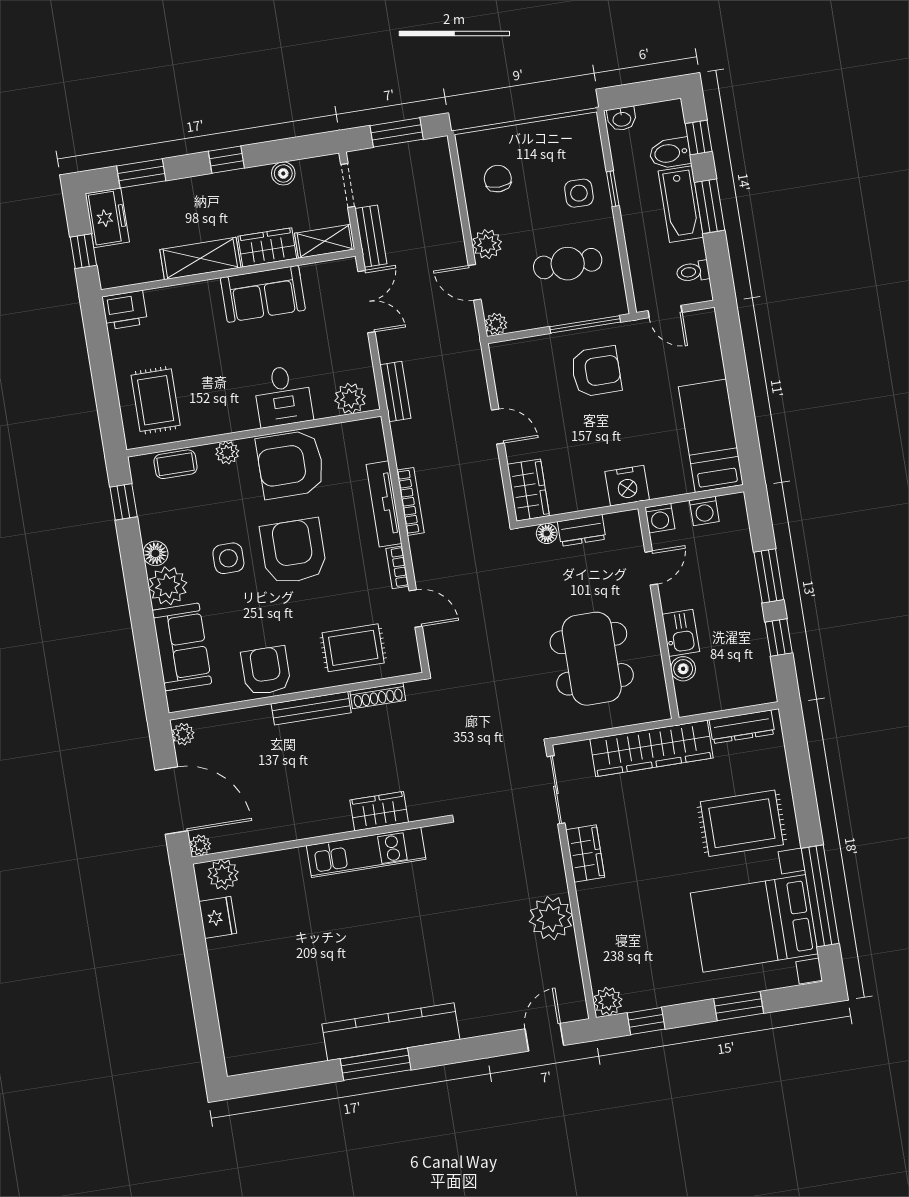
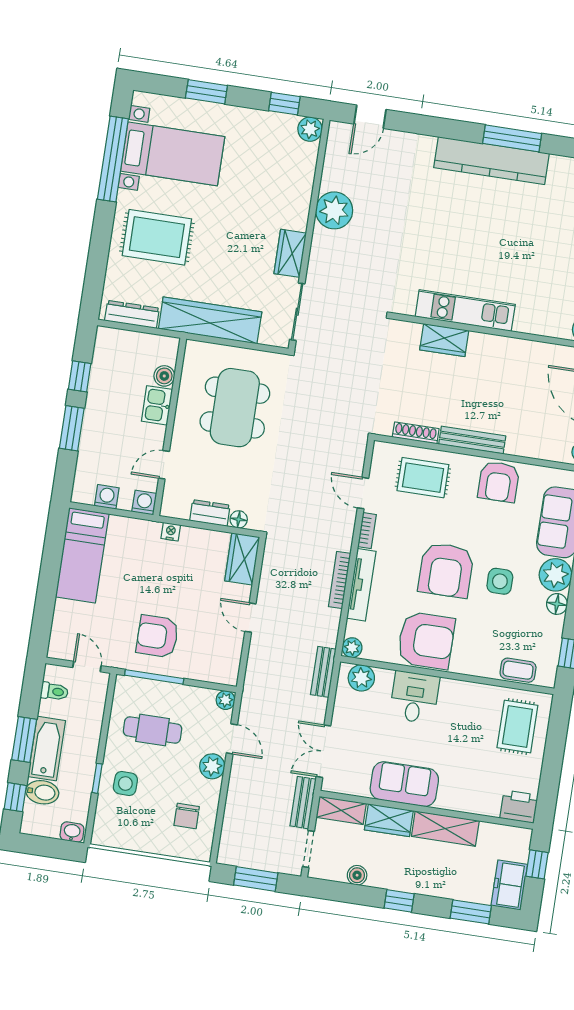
plant: (227, 453) -> (352, 648), moved
nightstand: (627, 486) -> (171, 532), width x0.53, depth x0.56
bed with nightstands: (754, 923) -> (173, 154), width x0.73

